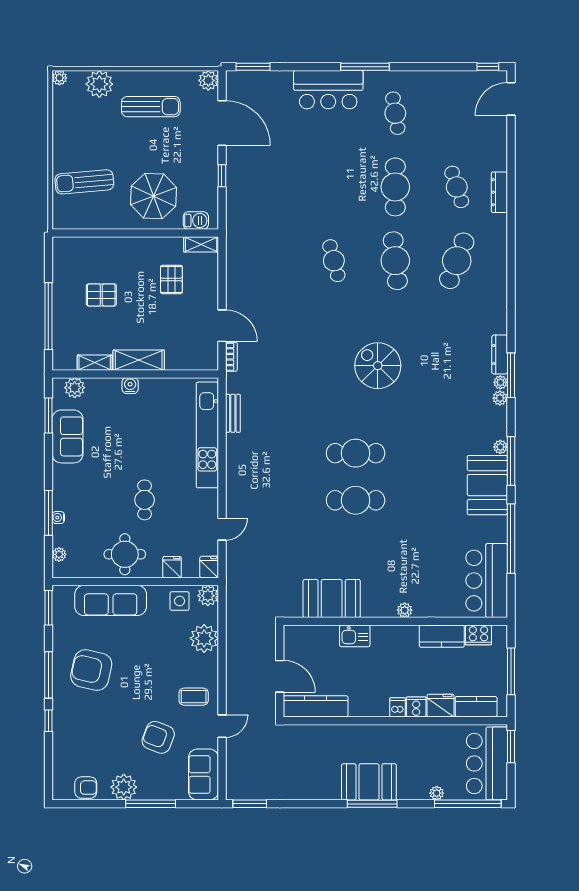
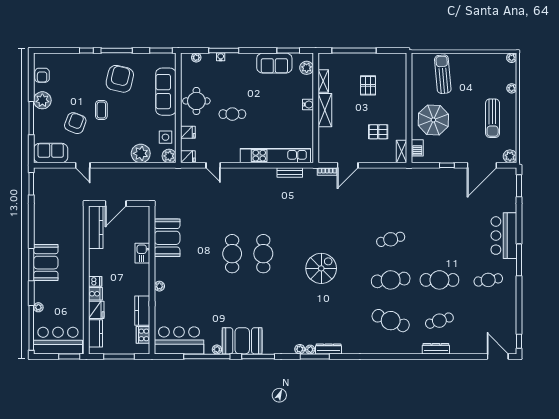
plant: (99, 84) -> (512, 88), width x0.53, depth x0.53
plant: (500, 447) -> (217, 349), moved
coffee table: (194, 697) -> (101, 110), moved

